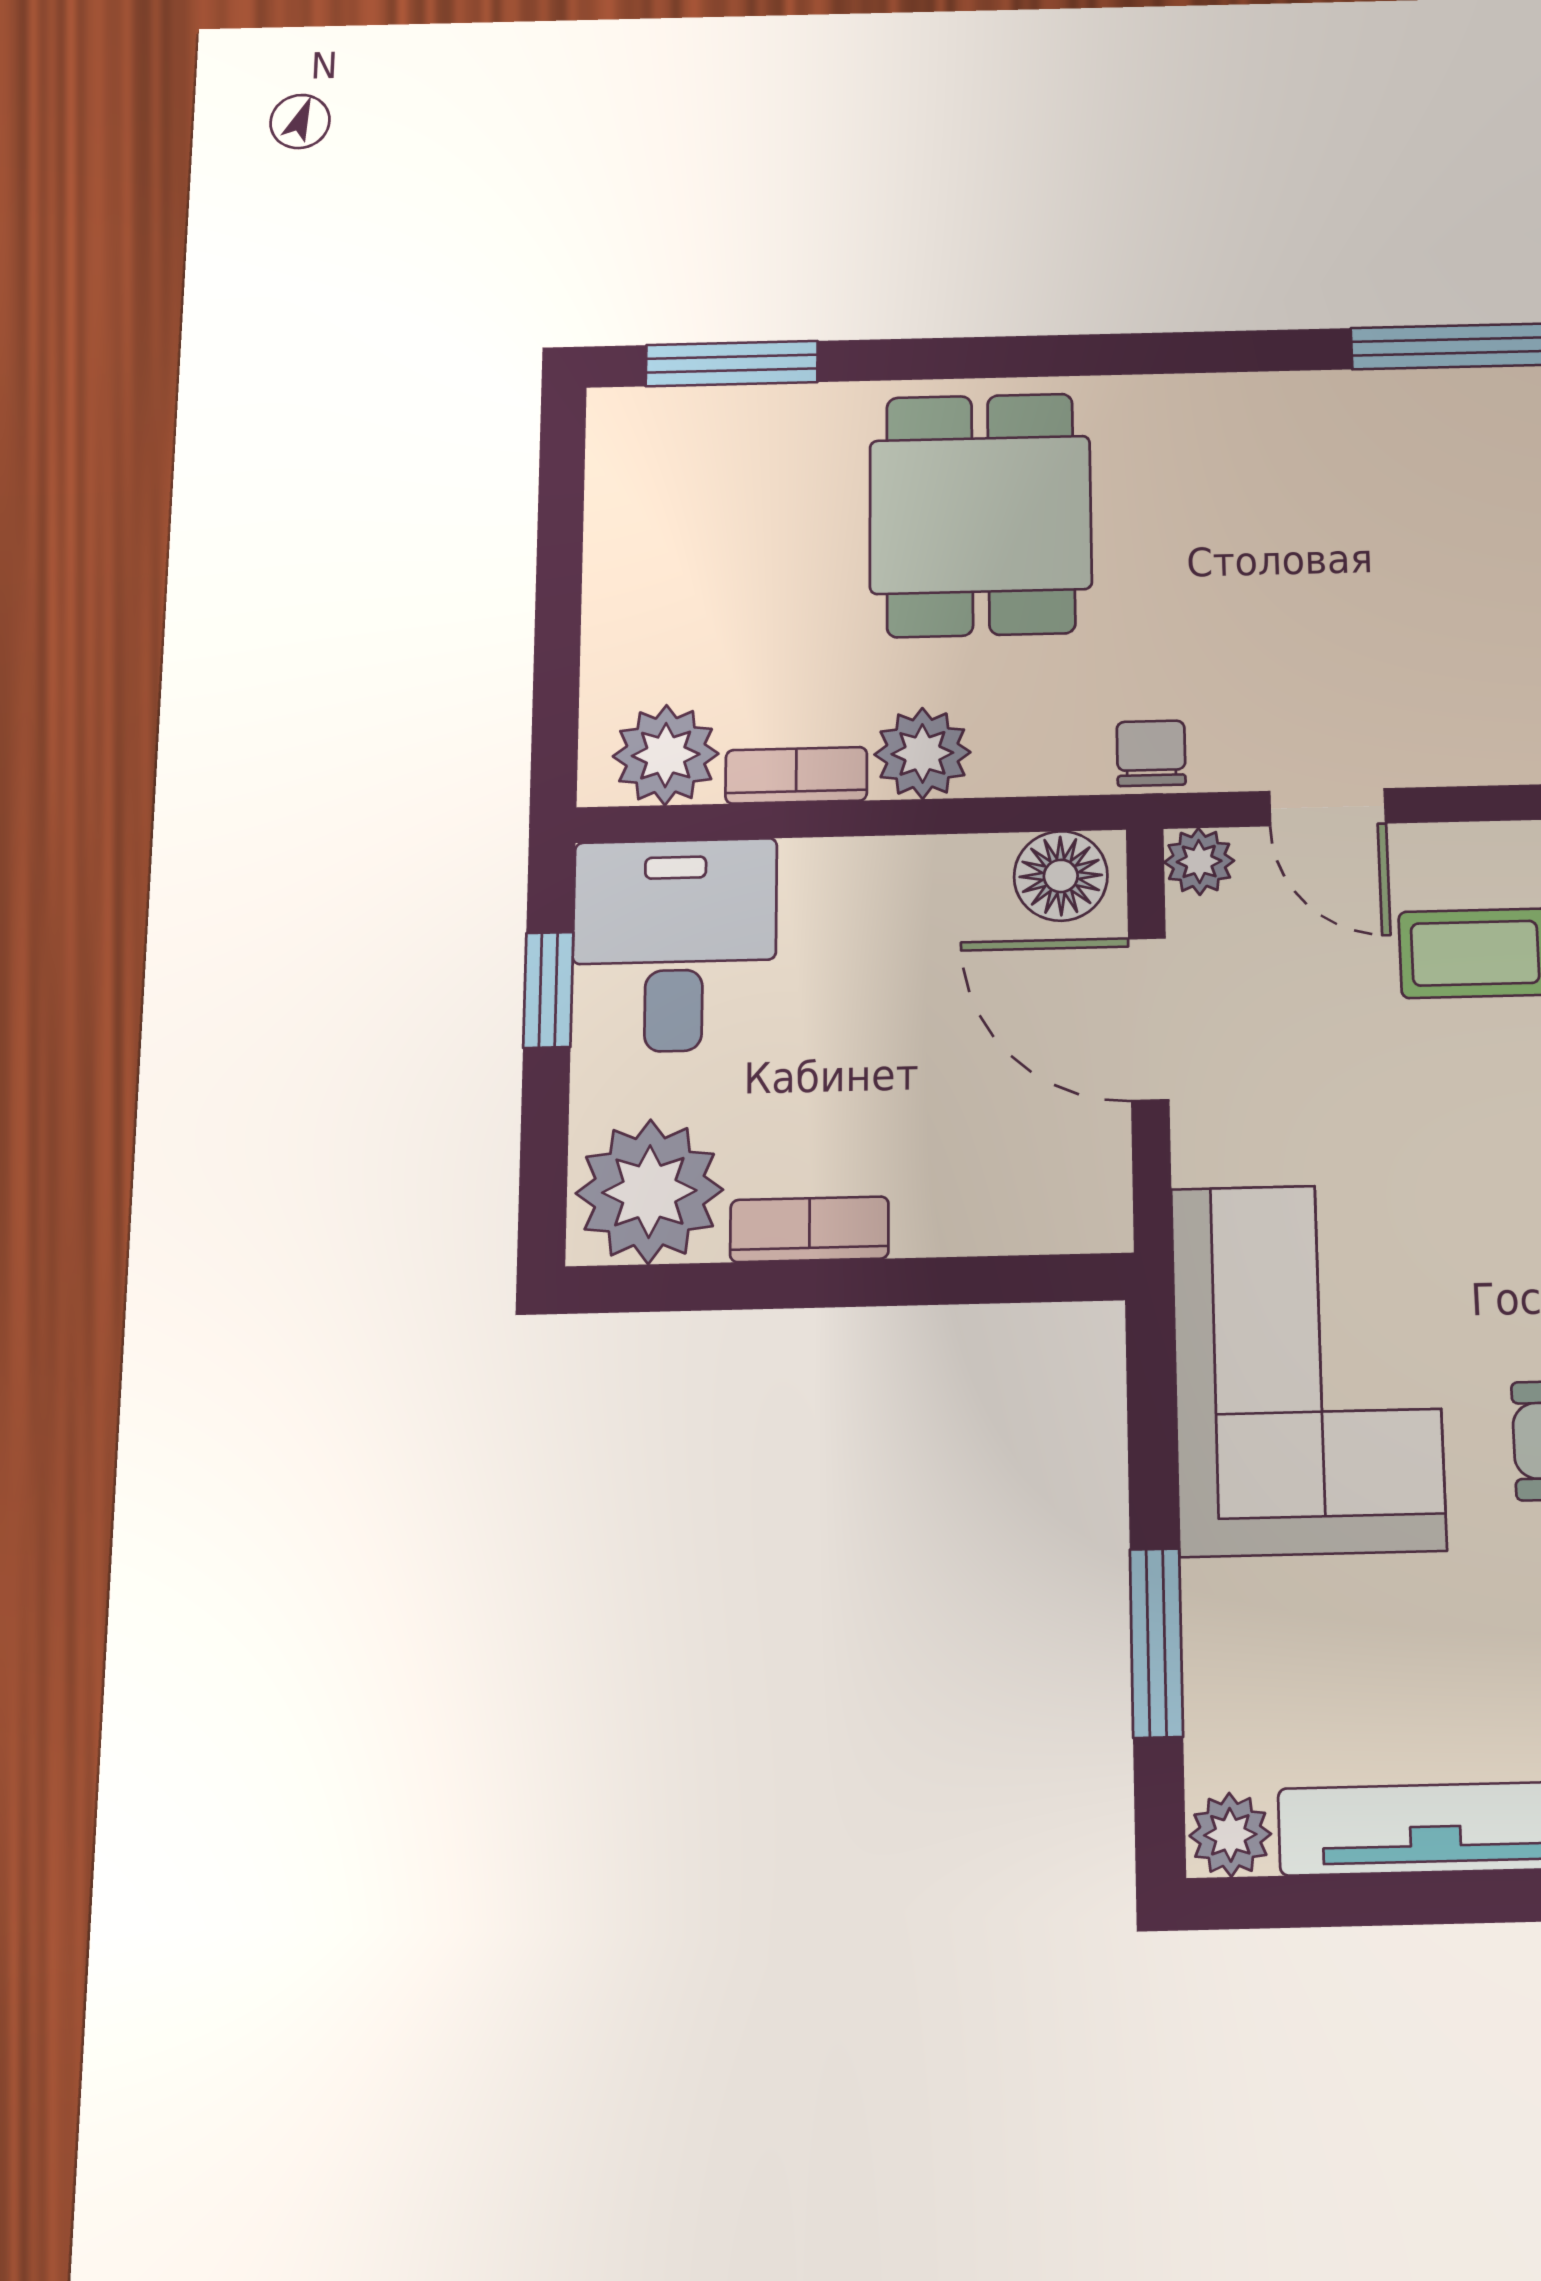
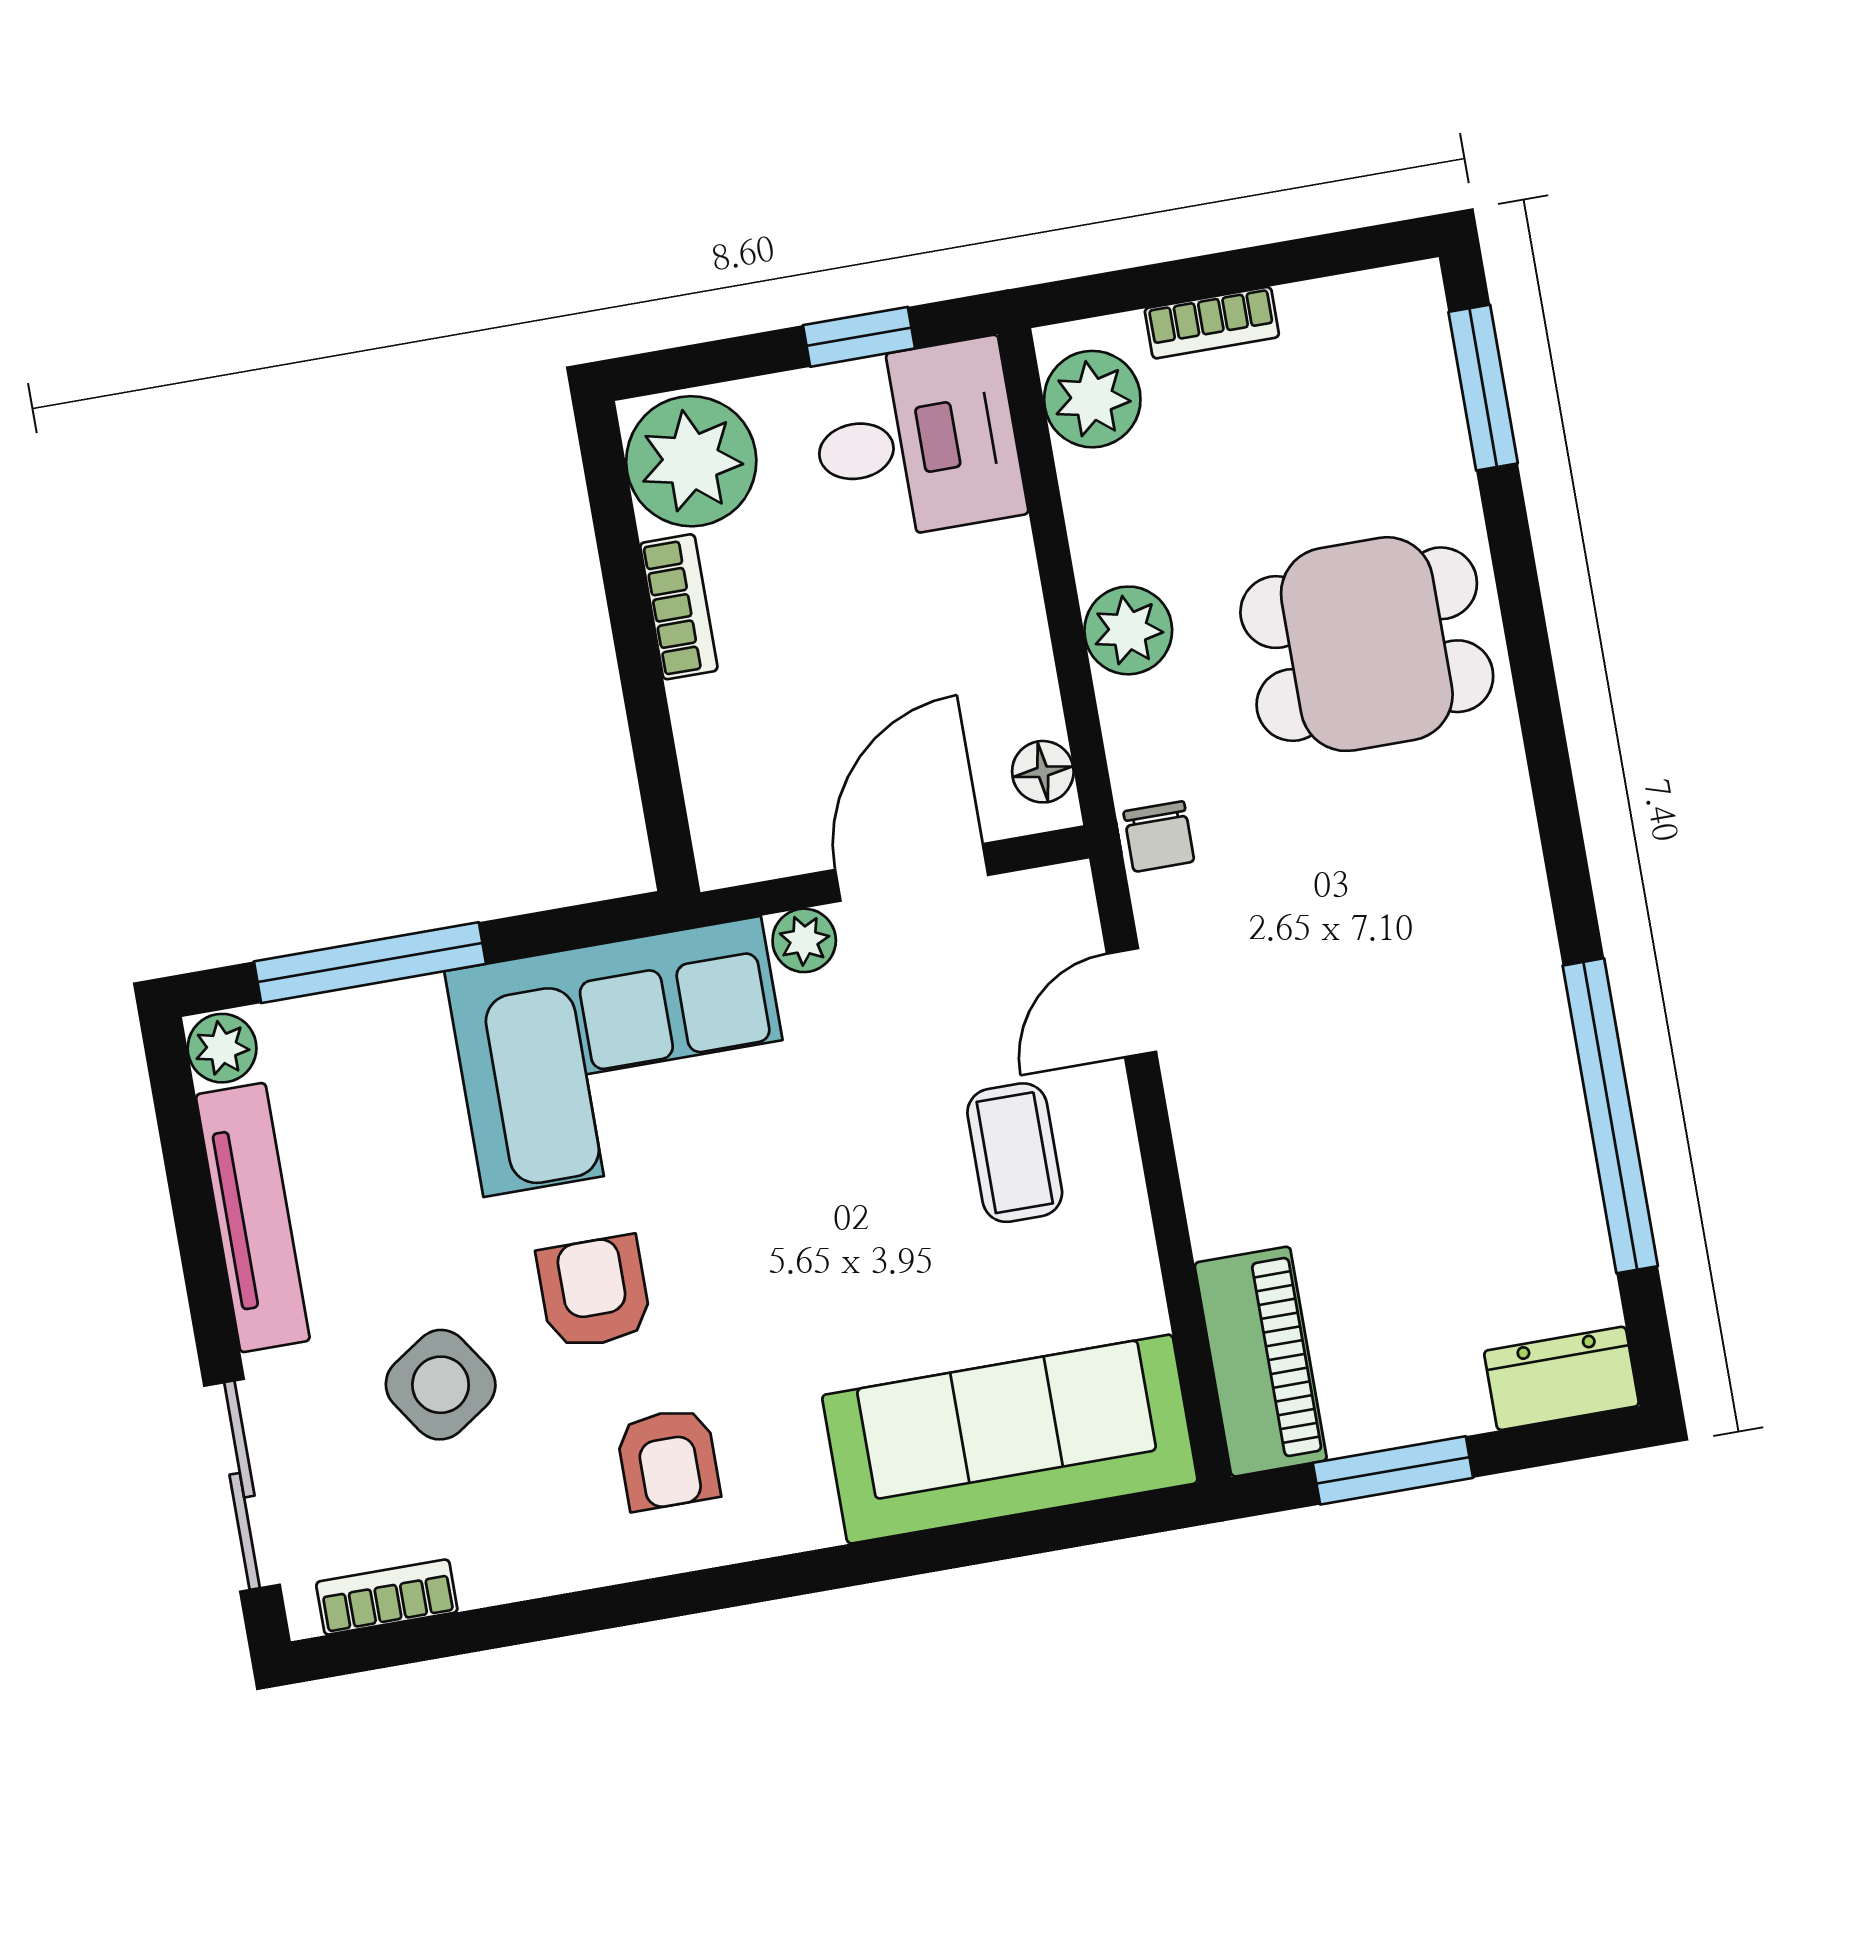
chair: (1151, 753) -> (1159, 837), turned 90
bookcase: (796, 775) -> (1212, 323), moved, turned 90
plant: (1199, 861) -> (804, 940), moved
floor lamp: (1061, 876) -> (1043, 772), width x0.73, depth x0.73
window: (1156, 1643) -> (370, 963), width x1.44

